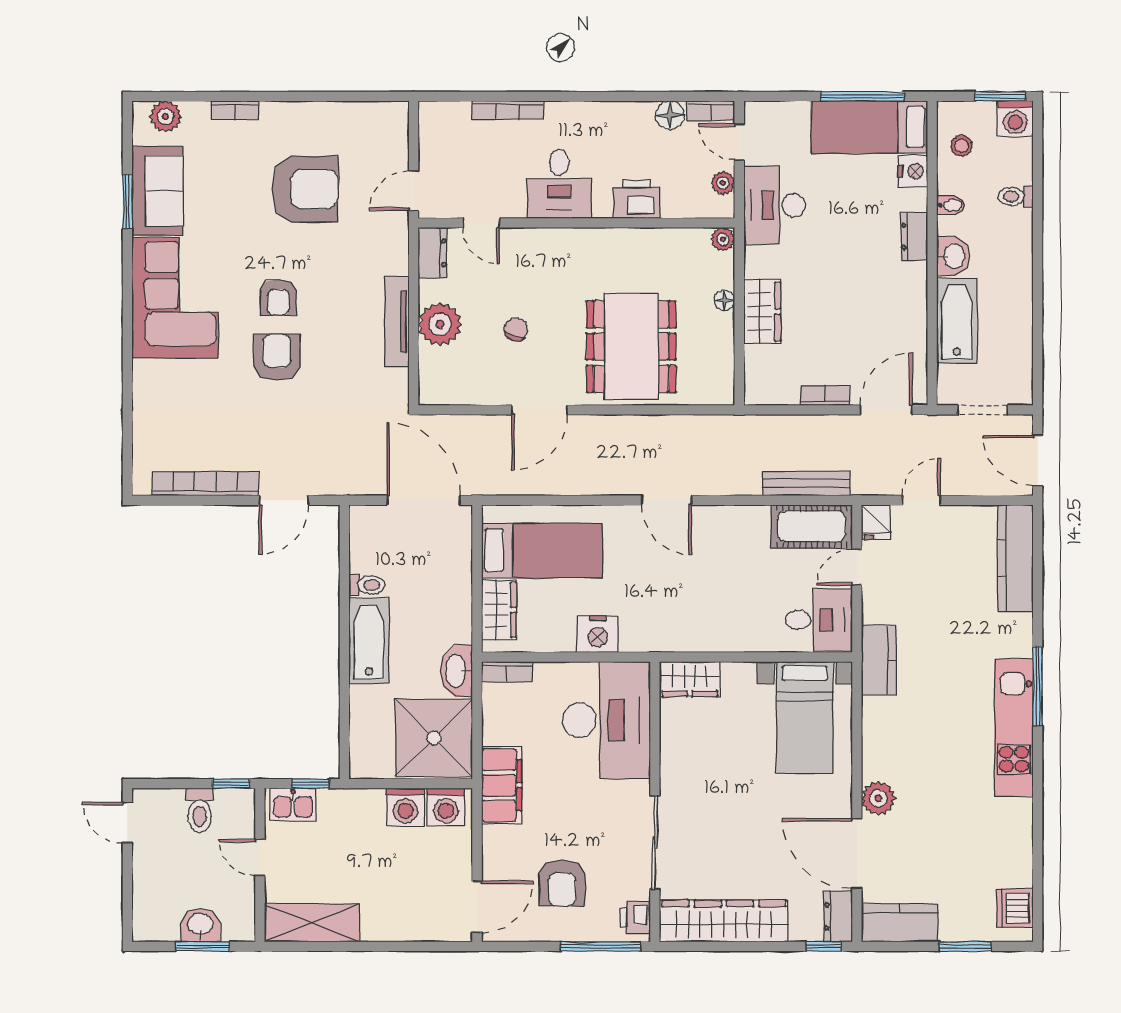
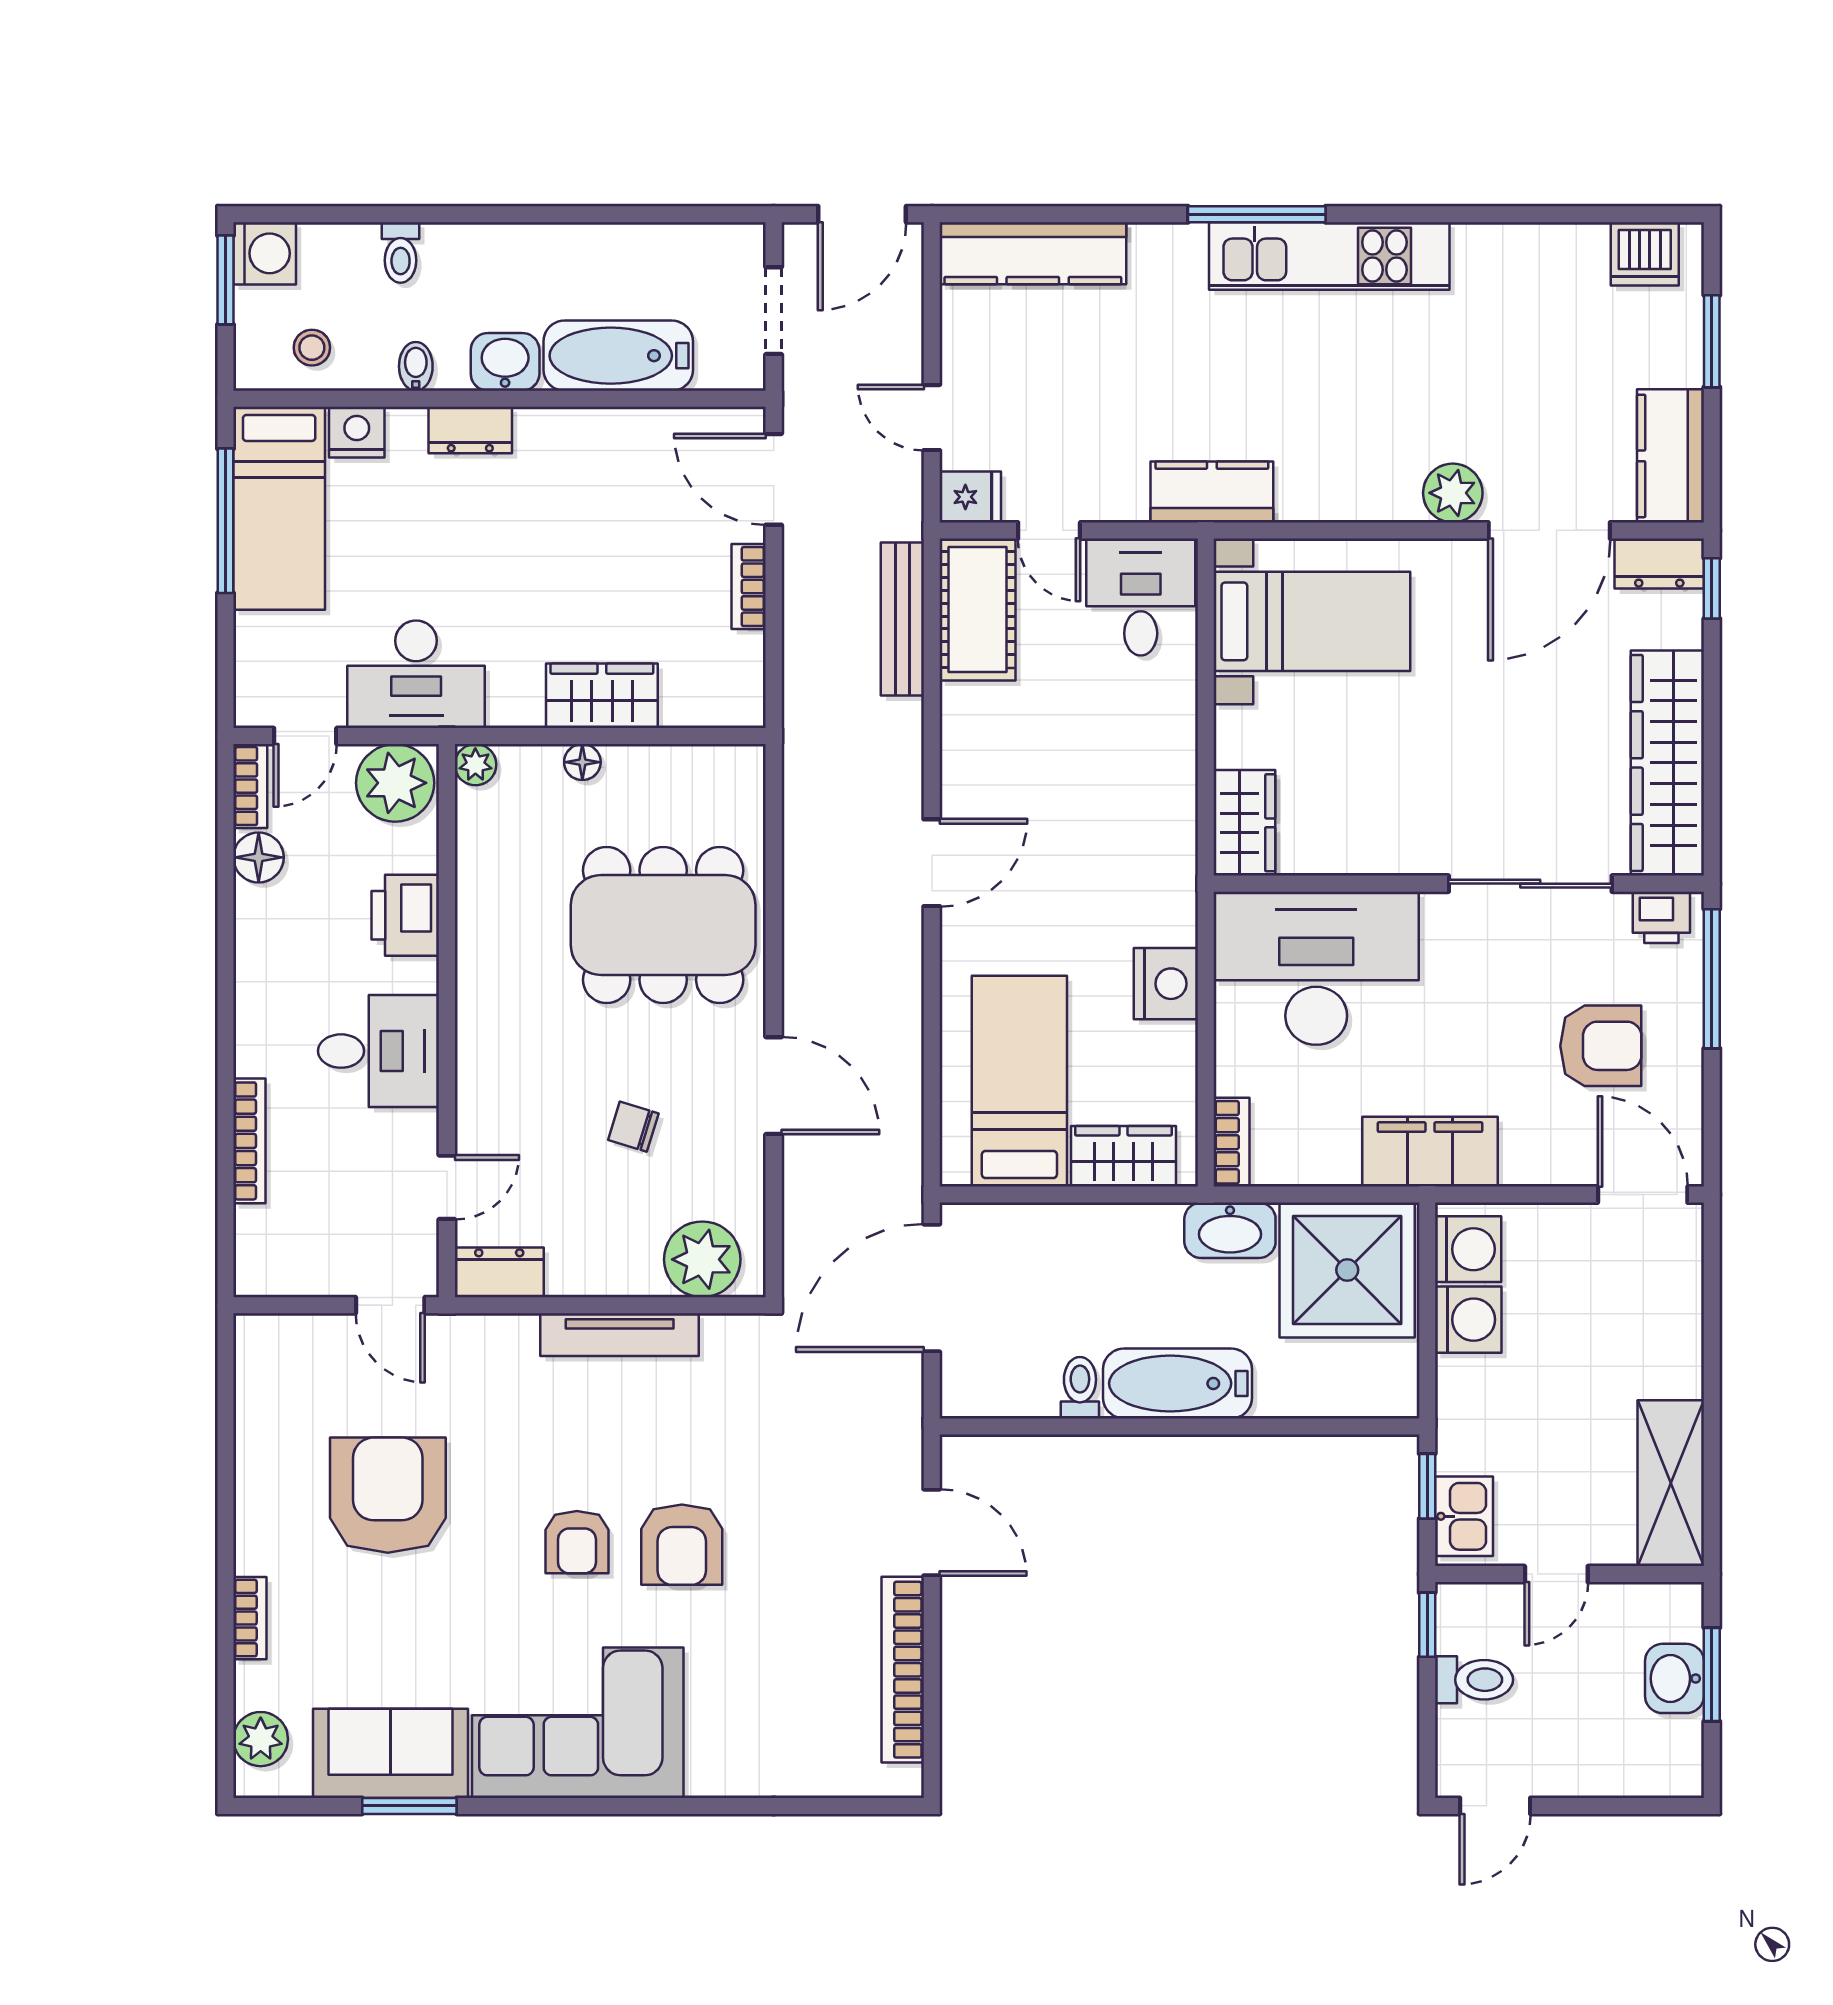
plant: (723, 183) -> (395, 783), width x1.87, depth x1.87
armchair: (278, 297) -> (577, 1542), turned 90
plant: (440, 324) -> (702, 1259), moved
armchair: (277, 357) -> (682, 1545), turned -90

